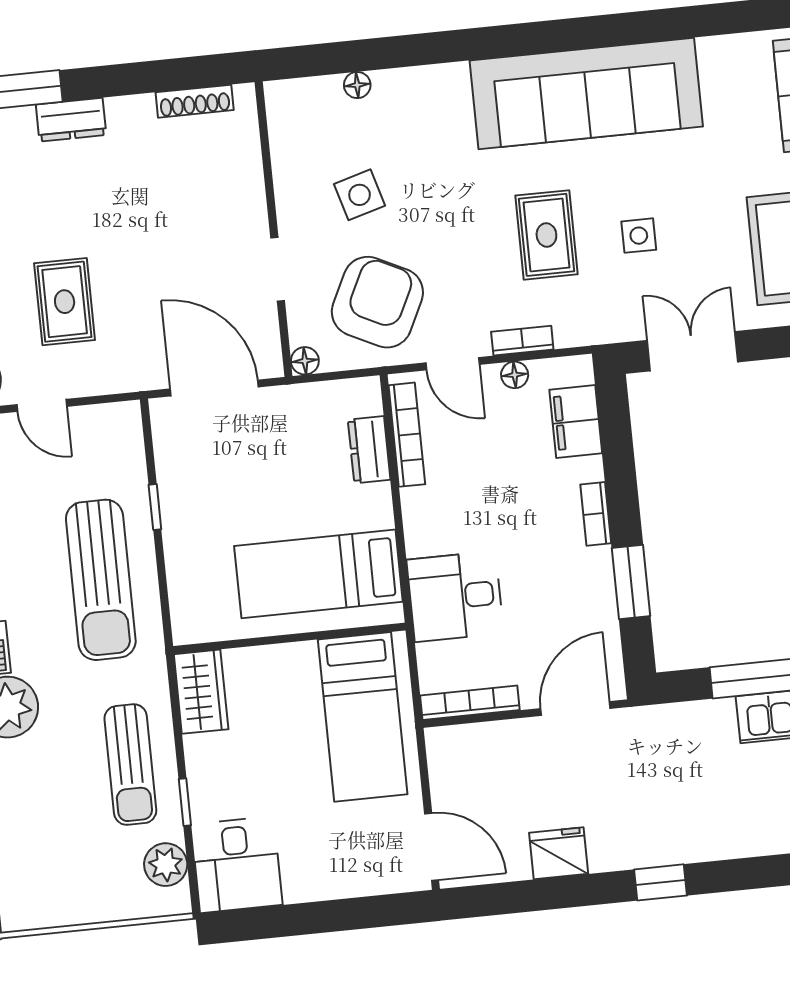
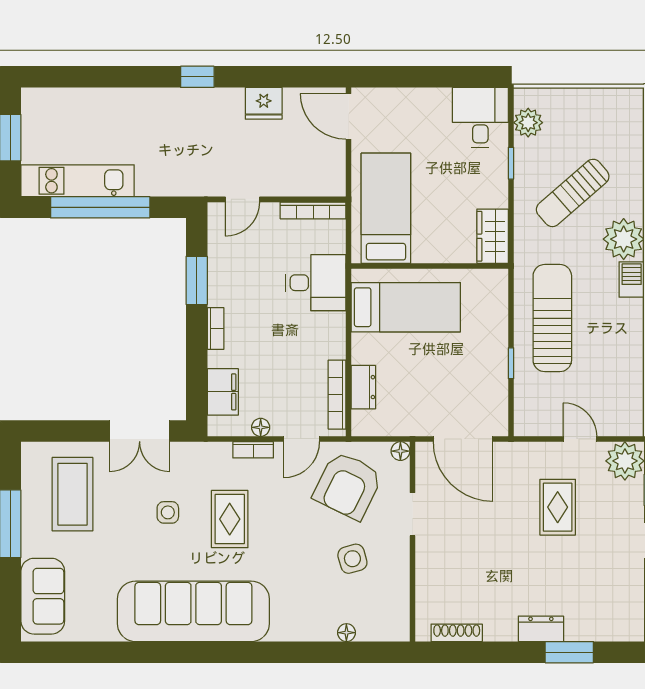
door: (453, 364) -> (301, 439), swing flipped
door: (575, 709) -> (243, 199), width x0.73
sun lounger: (130, 765) -> (573, 193), moved, turned -131

